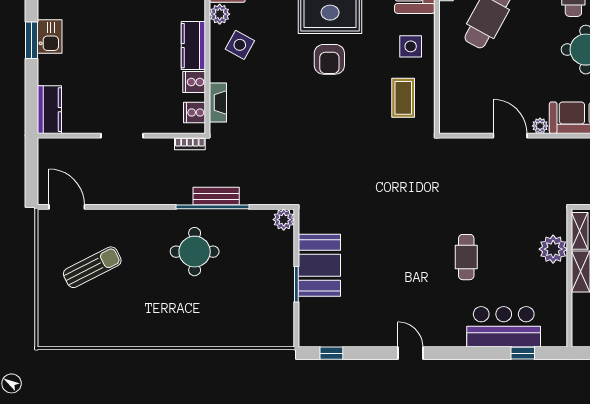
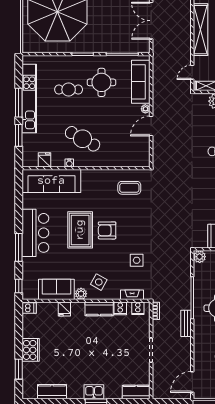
side table: (411, 46) -> (137, 260), moved
armchair: (329, 59) -> (107, 230), turned 180
bench: (216, 196) -> (186, 323), moved

